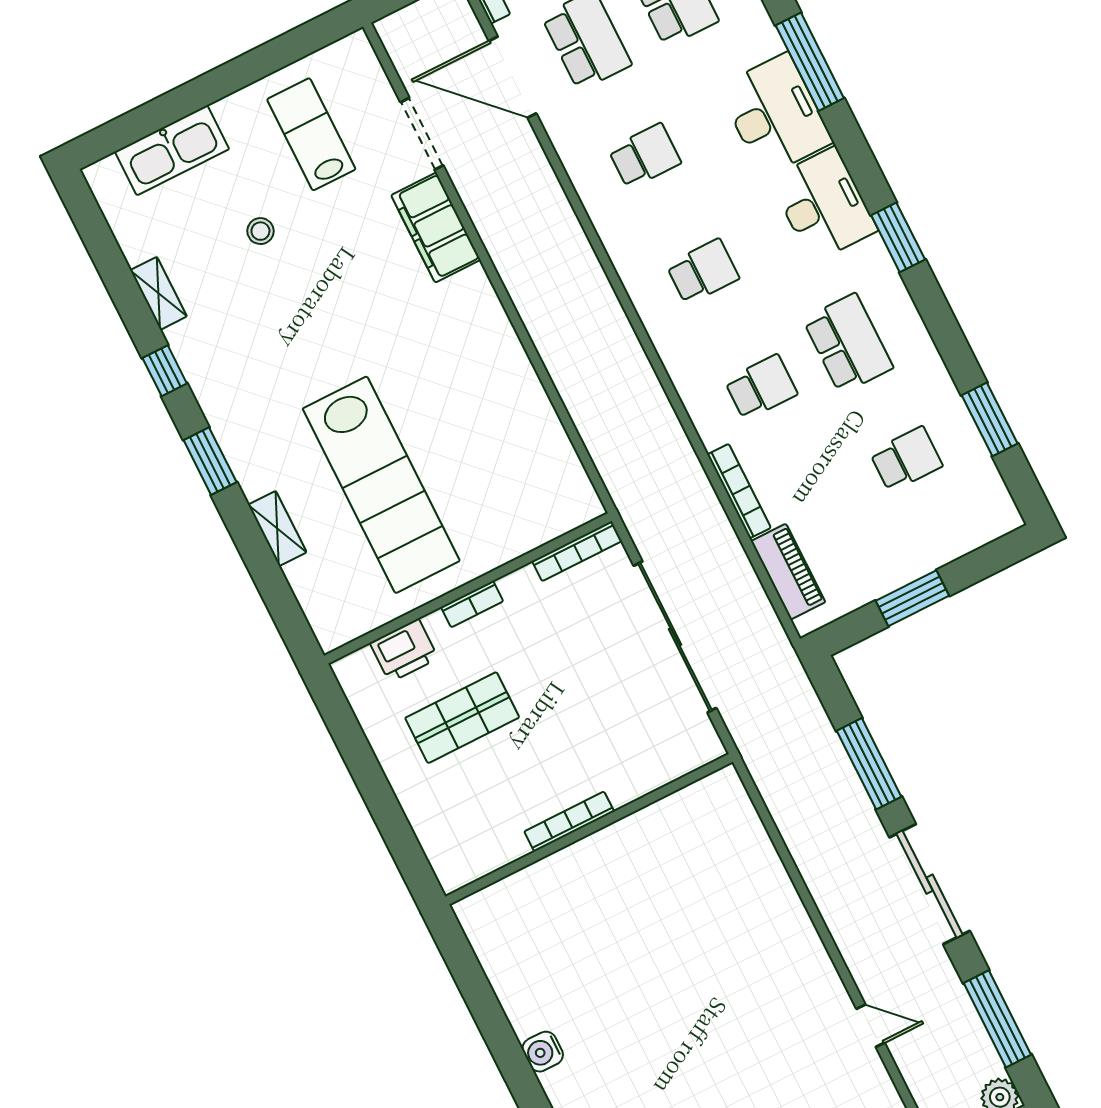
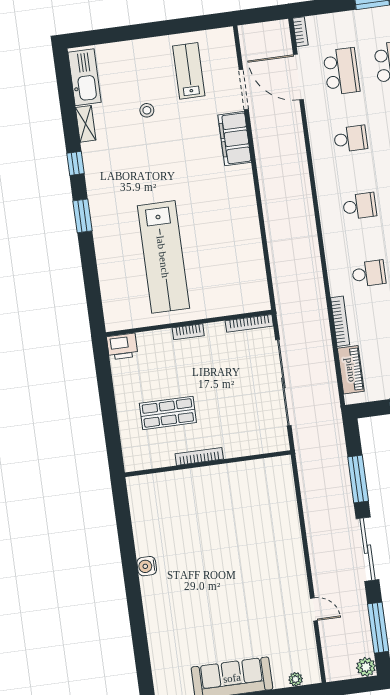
kitchen sink: (172, 150) -> (84, 77), moved, turned -90
shelving: (277, 529) -> (104, 261), removed
printer: (404, 651) -> (122, 346), moved
shop shelf: (462, 718) -> (168, 413), moved

